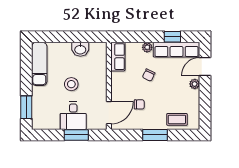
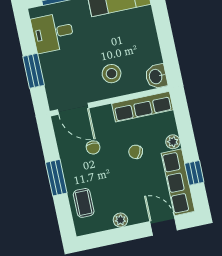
washbasin: (80, 49) -> (156, 76), moved
row of seats: (118, 57) -> (142, 107), width x1.48
stool: (71, 84) -> (112, 74), moved
plant: (195, 84) -> (120, 220), moved
desk: (73, 116) -> (53, 33), moved

